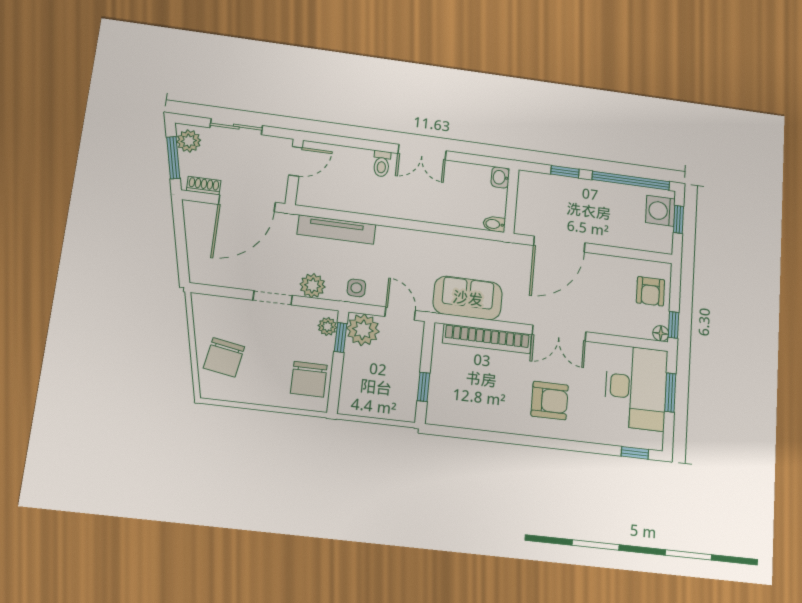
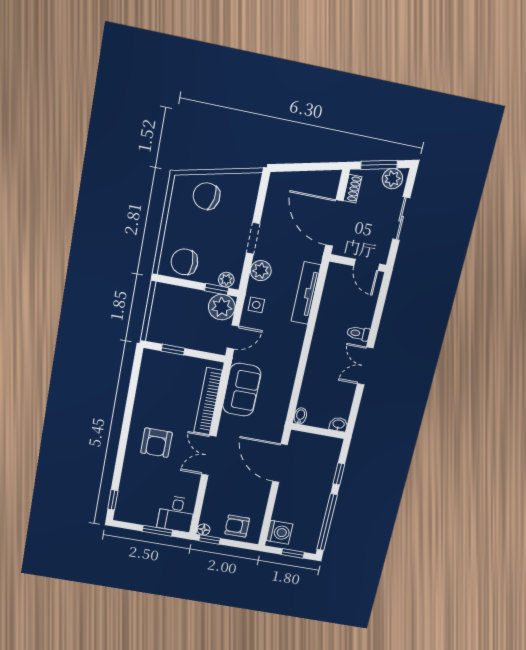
washing machine: (660, 211) -> (279, 532), moved, turned 90
desk: (636, 388) -> (176, 514), width x0.53, depth x0.77

